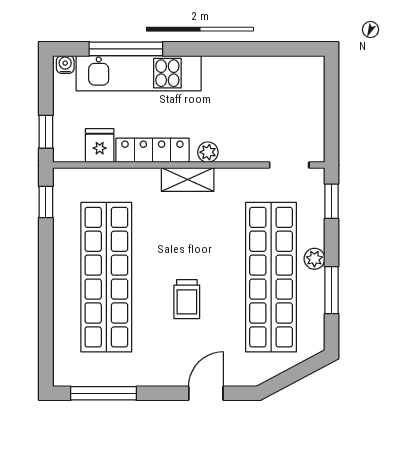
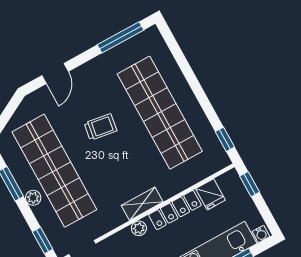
trolley: (187, 299) -> (100, 127), turned 99

